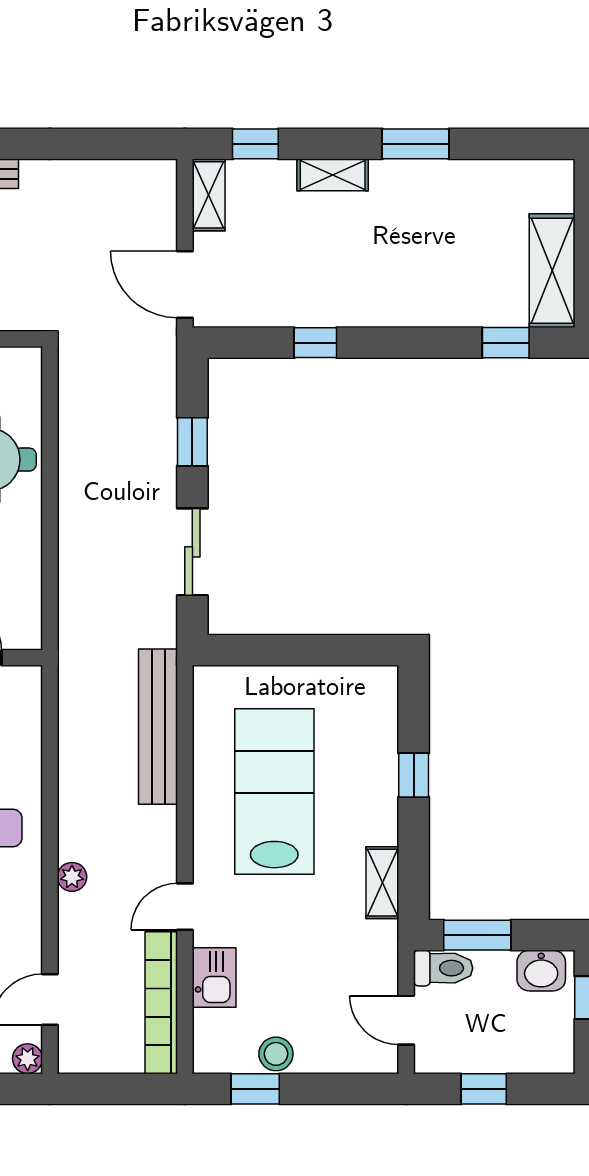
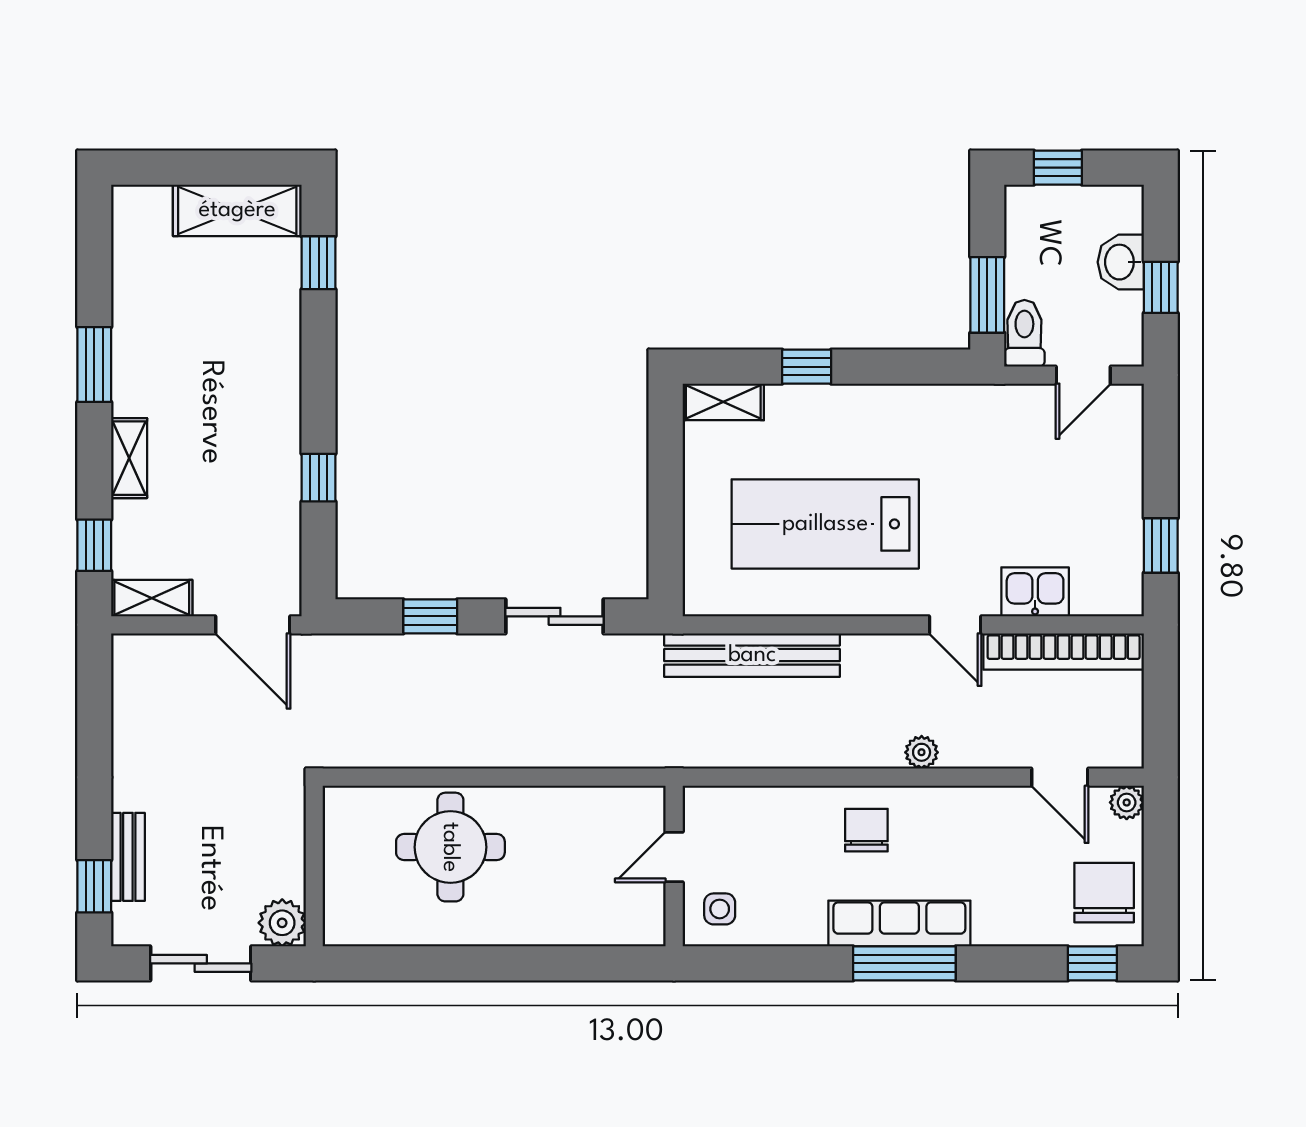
door: (185, 284) -> (253, 625), hinge flipped
shelving: (382, 883) -> (723, 402), moved
washbasin: (541, 971) -> (1121, 262), moved, turned 180
stool: (276, 1054) -> (1121, 522), removed

